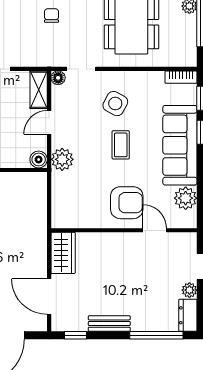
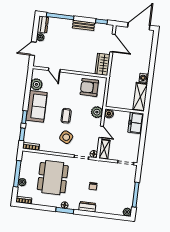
door: (49, 122) -> (101, 132), hinge flipped
sofa: (180, 145) -> (37, 106), width x0.73
armchair: (127, 203) -> (89, 87), moved

